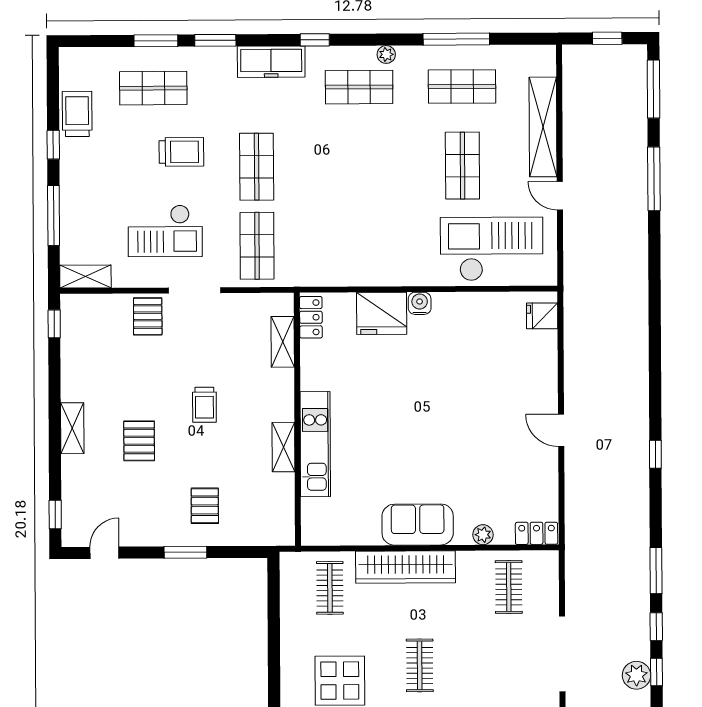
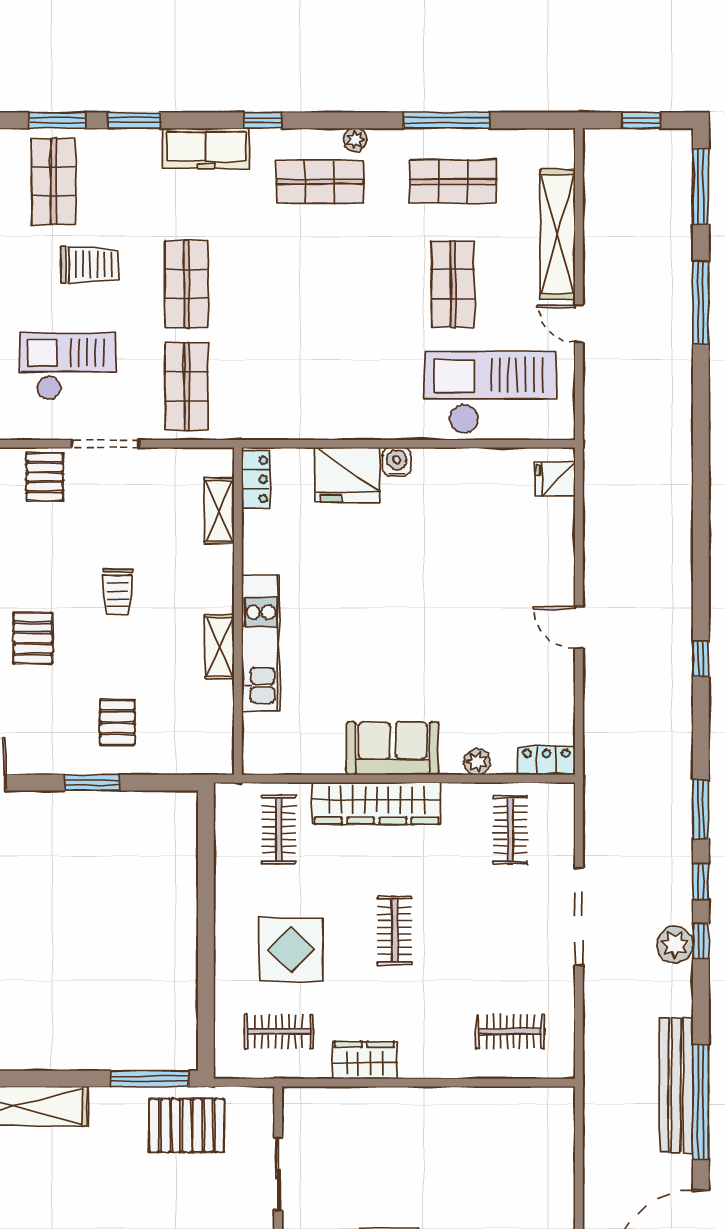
shop shelf: (153, 88) -> (54, 182), turned 90
checkout: (165, 231) -> (68, 366), turned 180

